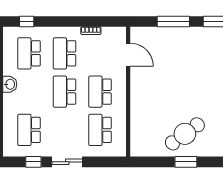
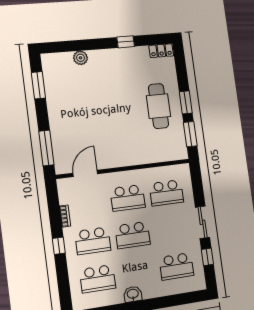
window: (27, 21) -> (59, 246), moved
window: (173, 21) -> (46, 148), moved
cafe table: (185, 134) -> (158, 106), turned 36
window: (154, 162) -> (190, 134), added

